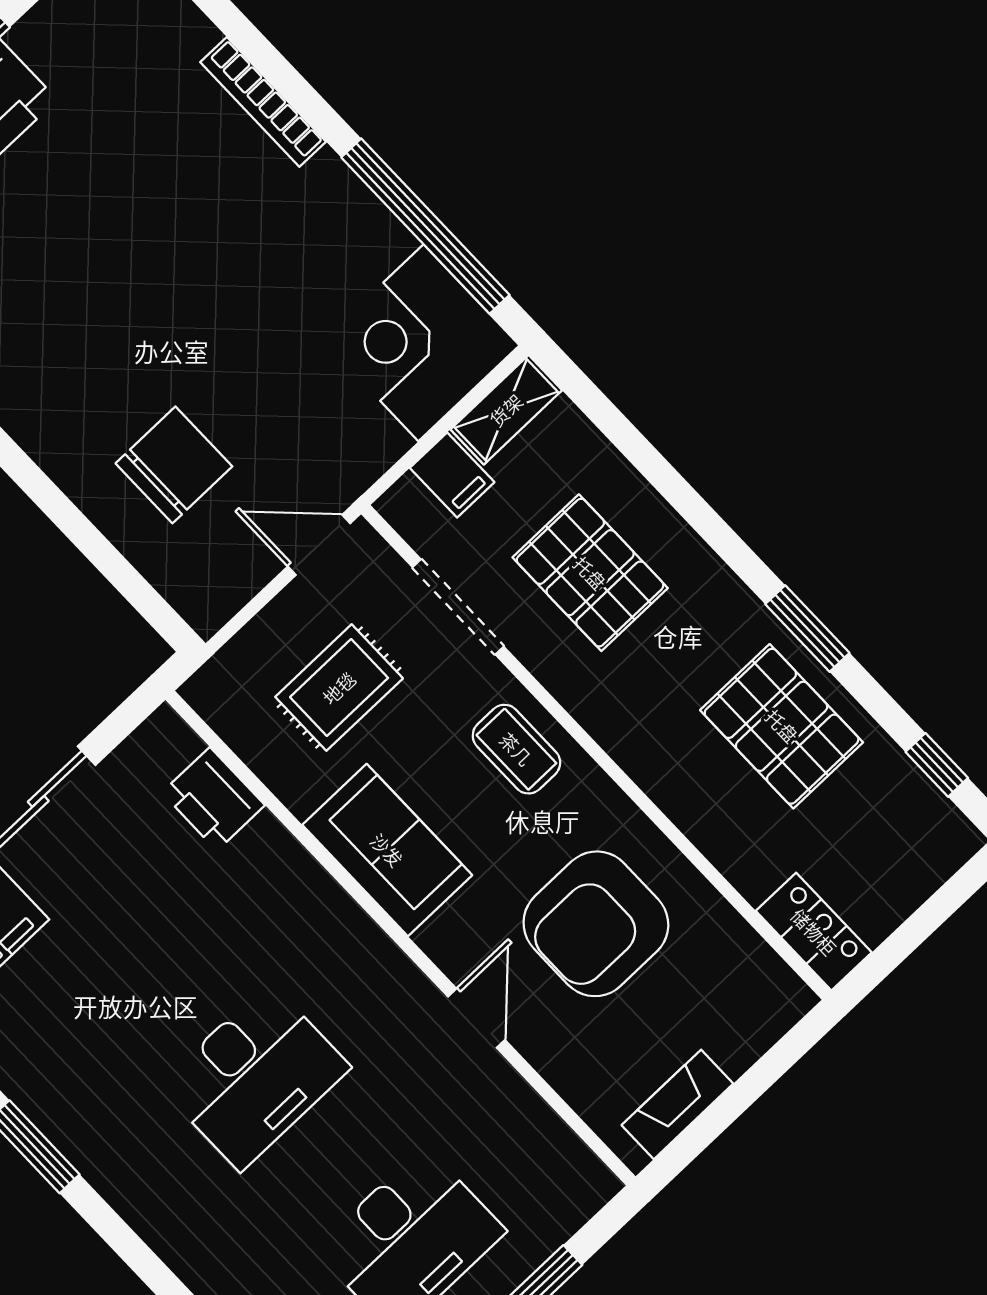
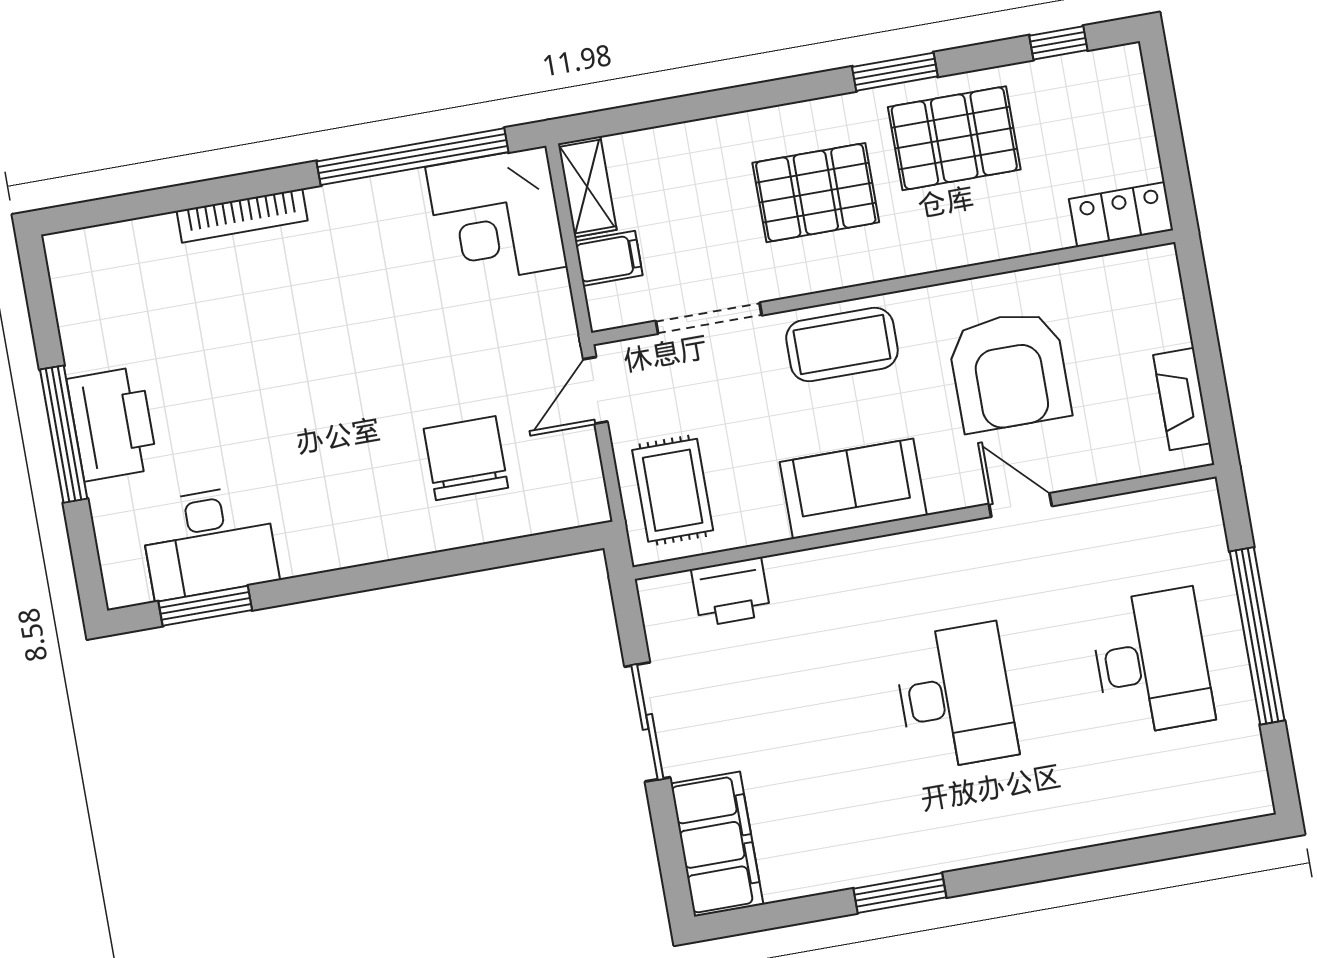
pallet: (590, 573) -> (816, 193), moved
rug: (339, 688) -> (673, 490), moved
coffee table: (516, 749) -> (842, 345), width x1.36, depth x1.30

